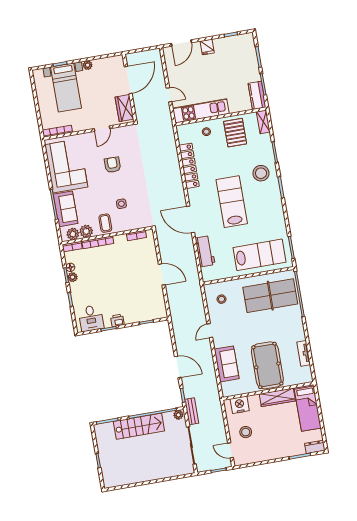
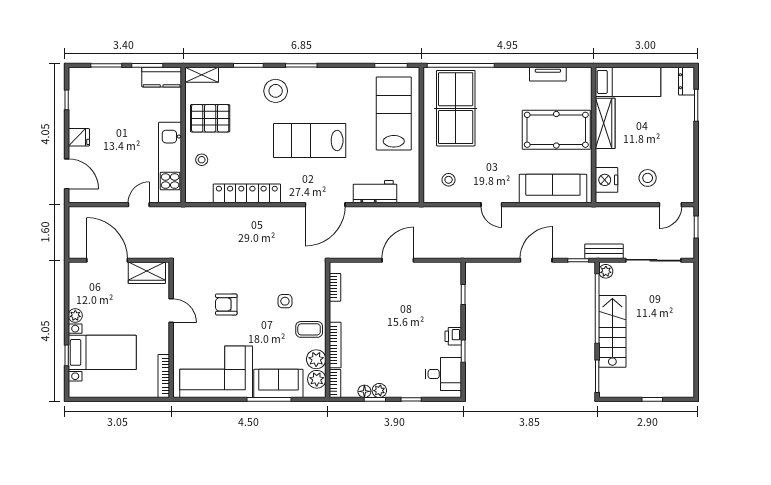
sofa: (227, 364) -> (553, 189), width x1.36

